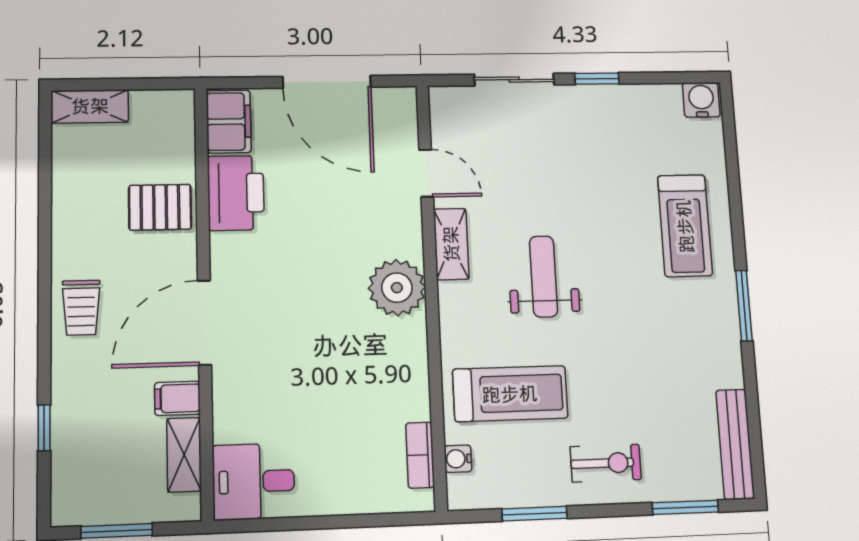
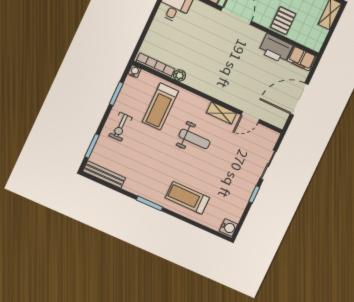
plant: (397, 288) -> (180, 75), moved, width x0.53, depth x0.53
bookcase: (420, 455) -> (155, 65), width x1.56
water cooler: (458, 459) -> (135, 71), moved

